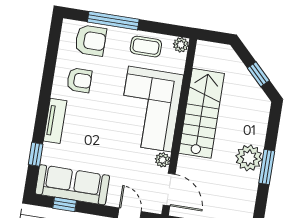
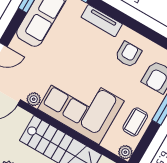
armchair: (79, 80) -> (128, 54), turned 180

